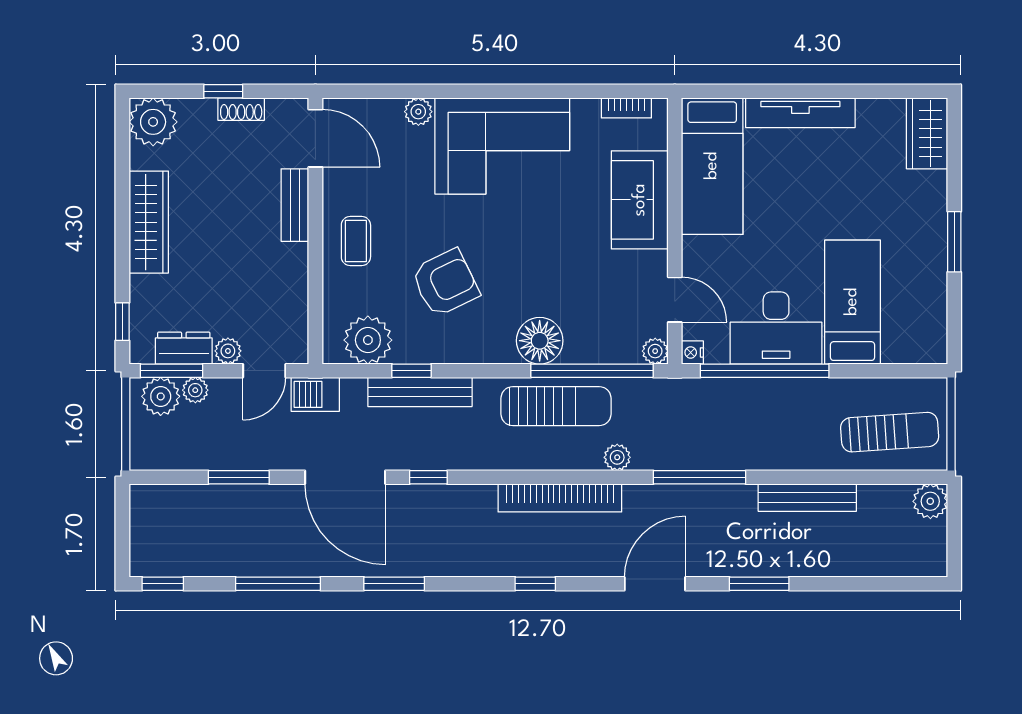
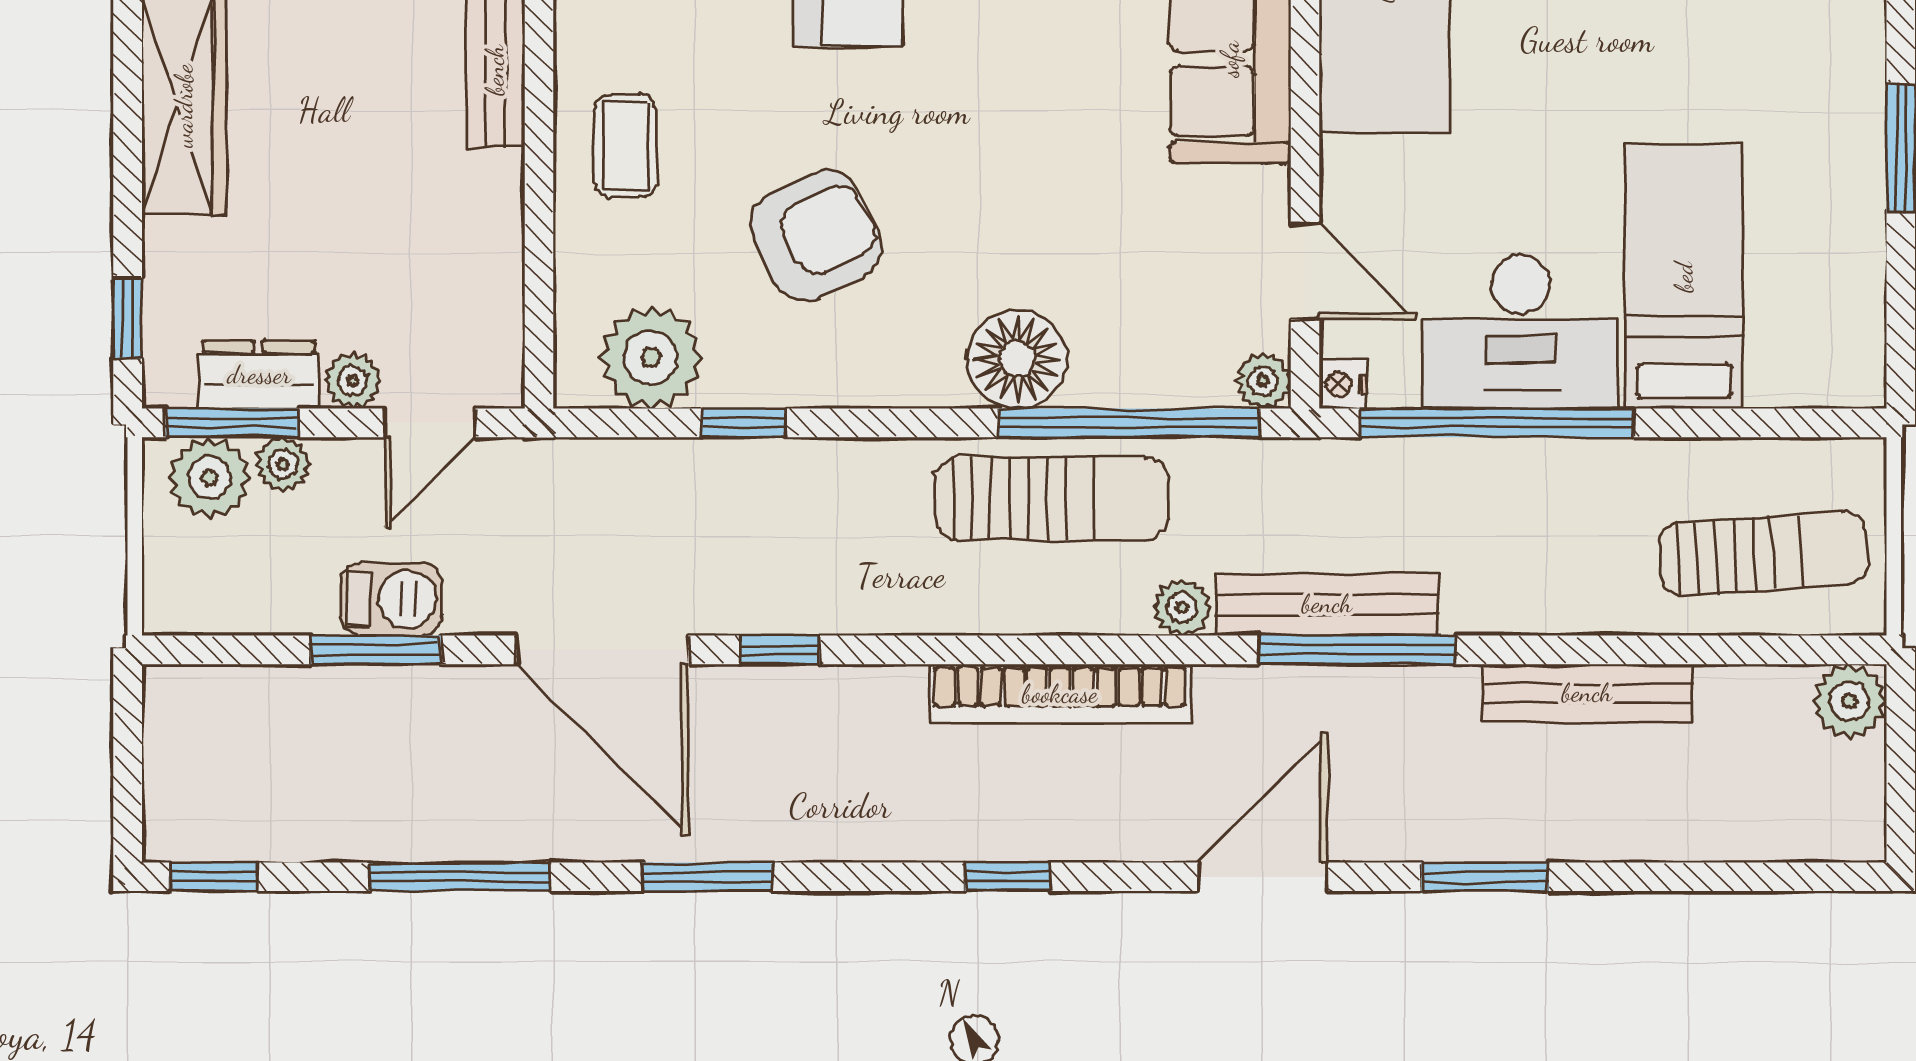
bench: (420, 392) -> (1327, 604), moved
barbecue: (315, 394) -> (391, 599), moved, turned 180

